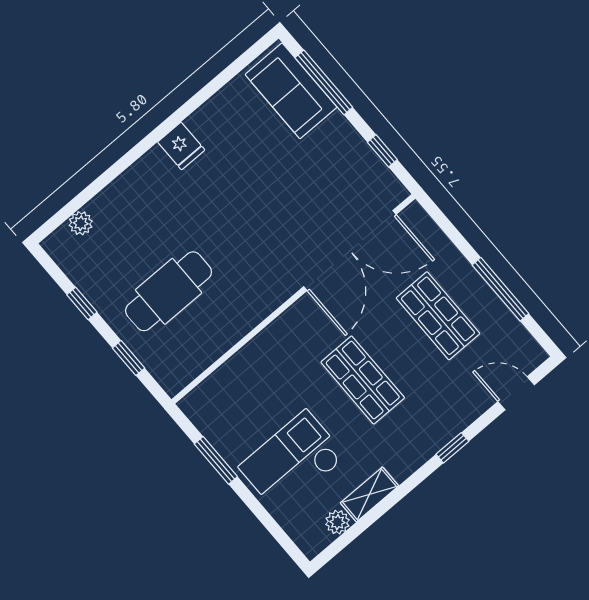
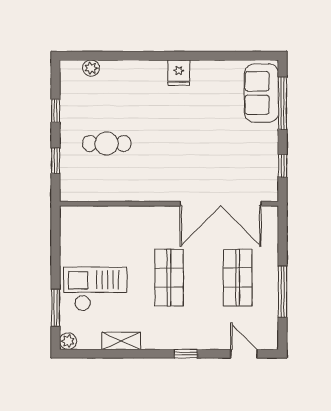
cafe table: (169, 291) -> (107, 144), width x0.73, depth x0.74
window: (216, 460) -> (56, 308), moved
plant: (337, 522) -> (68, 341), moved

